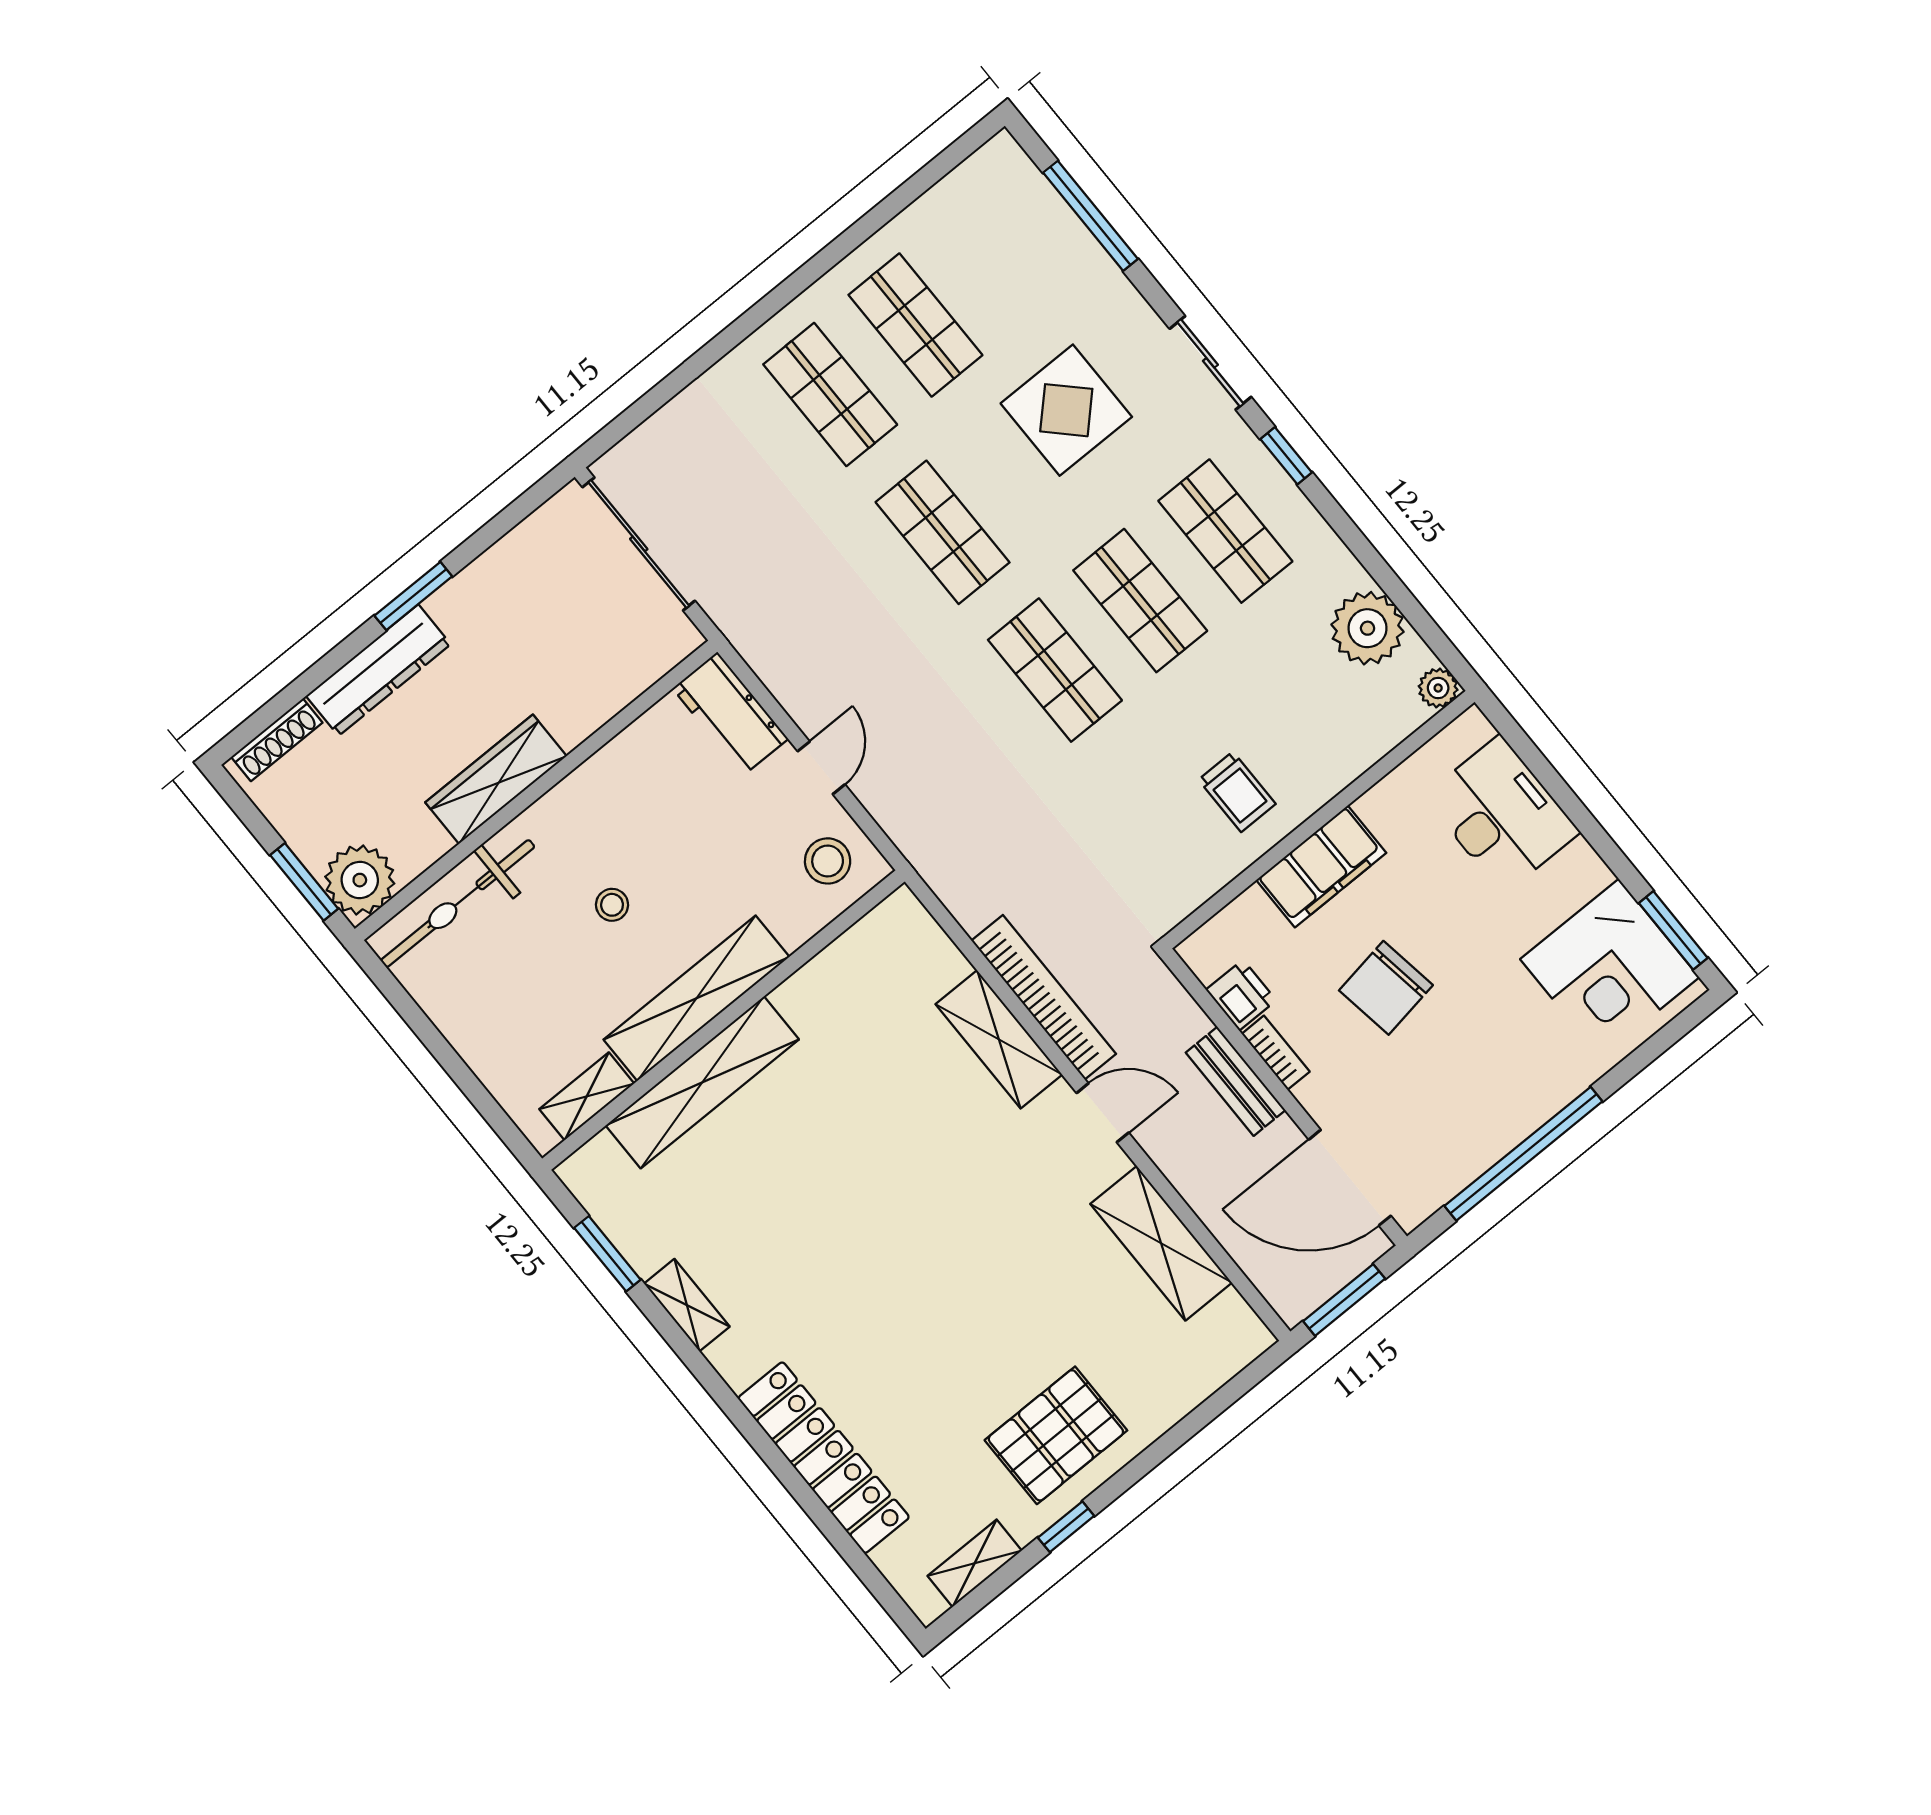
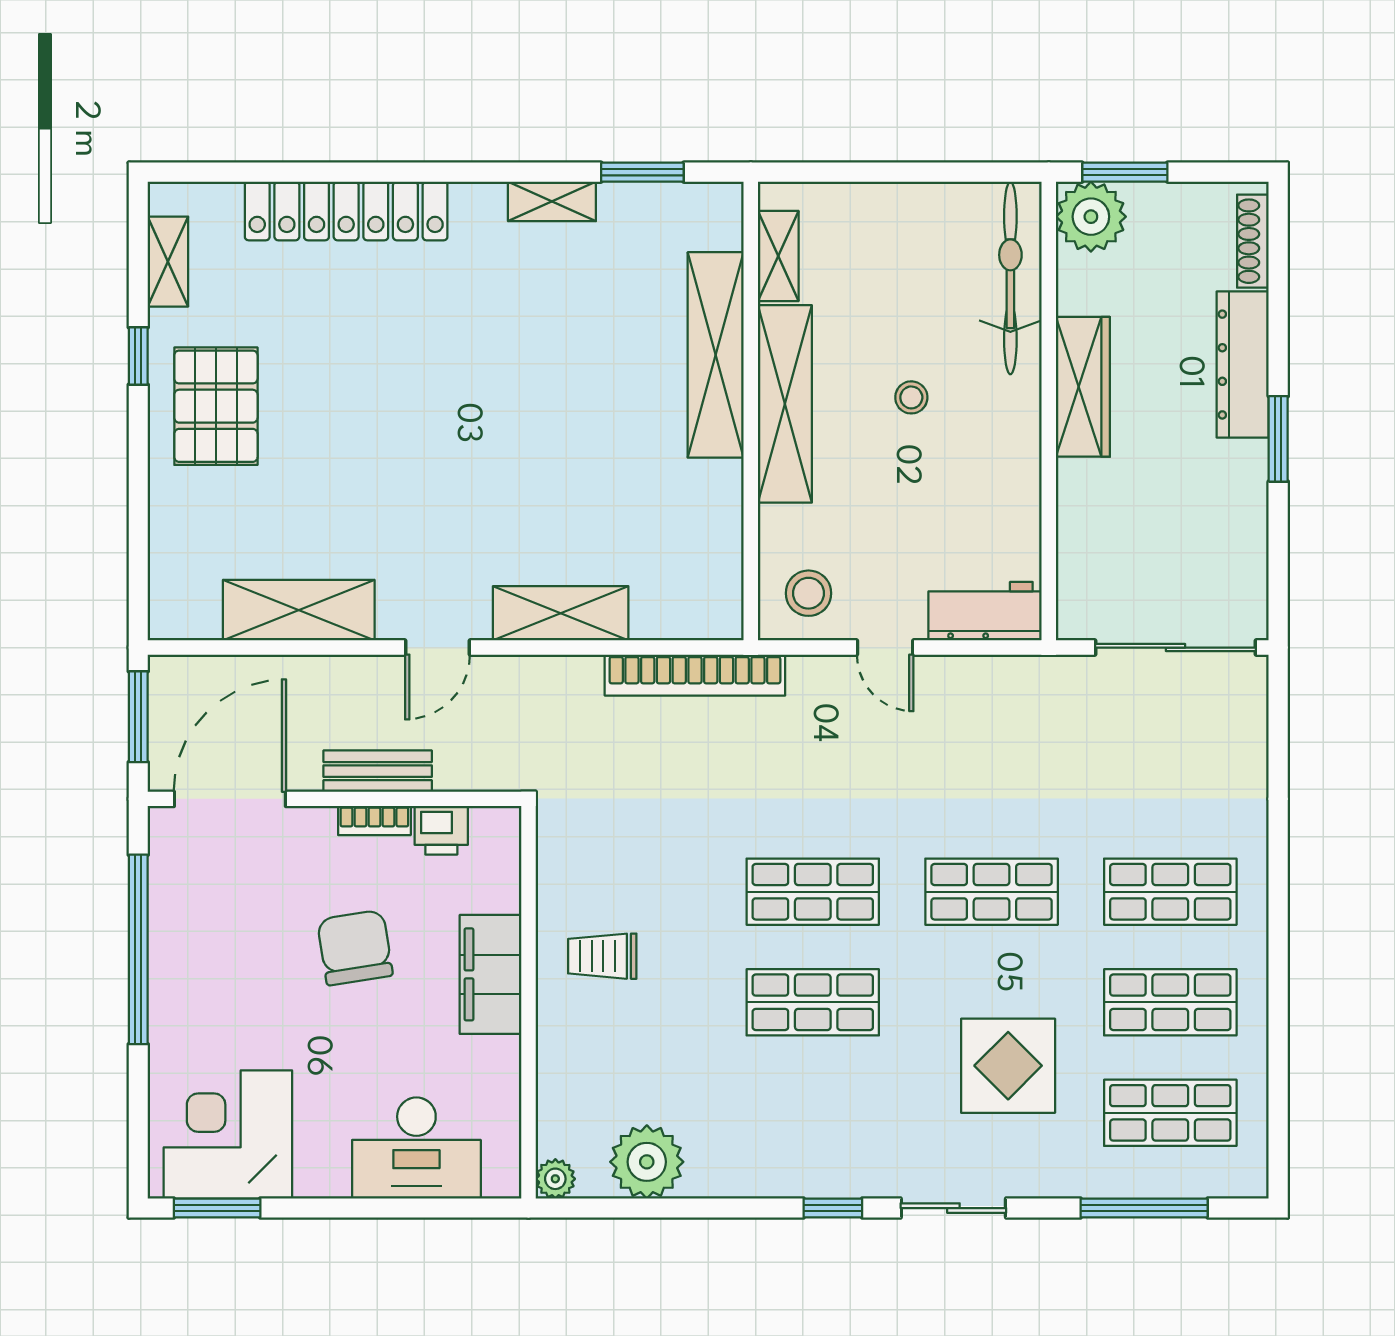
shop shelf: (1225, 531) -> (1170, 1113), moved
bookcase: (1044, 997) -> (695, 675), moved

